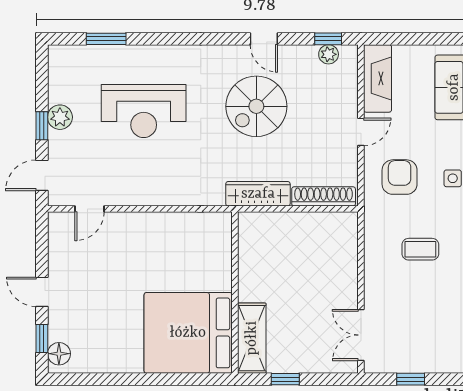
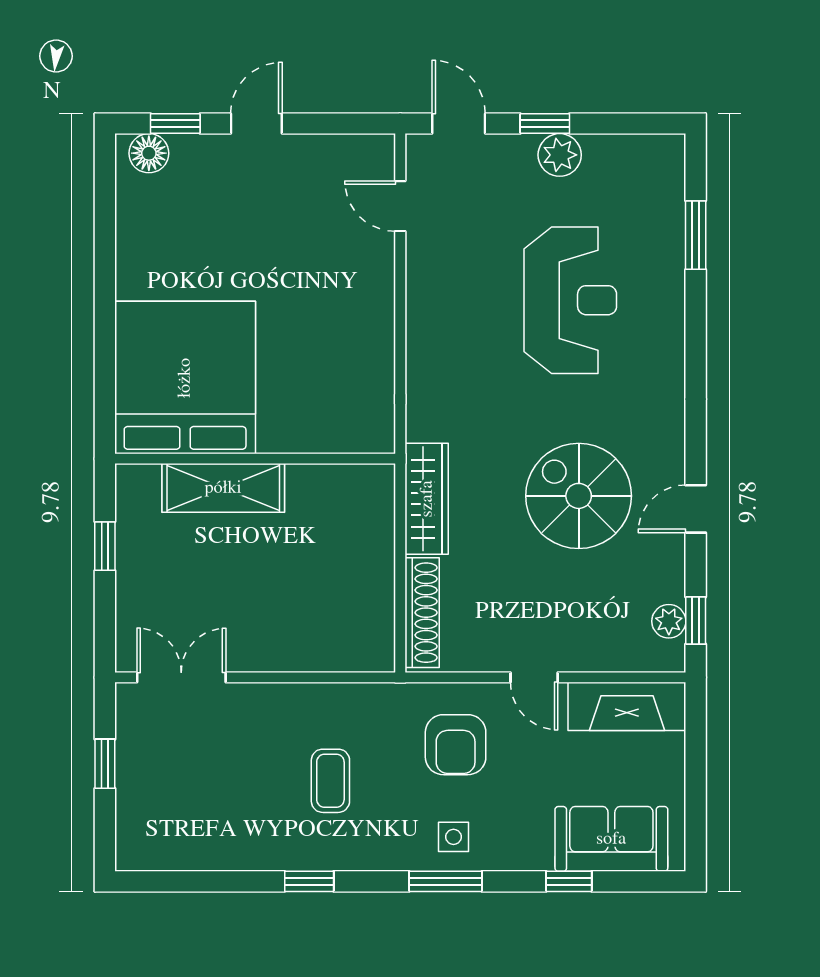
reception desk: (144, 111) -> (570, 300), turned 180
armchair: (400, 177) -> (456, 745), turned 90
shelving: (252, 338) -> (223, 488), moved

